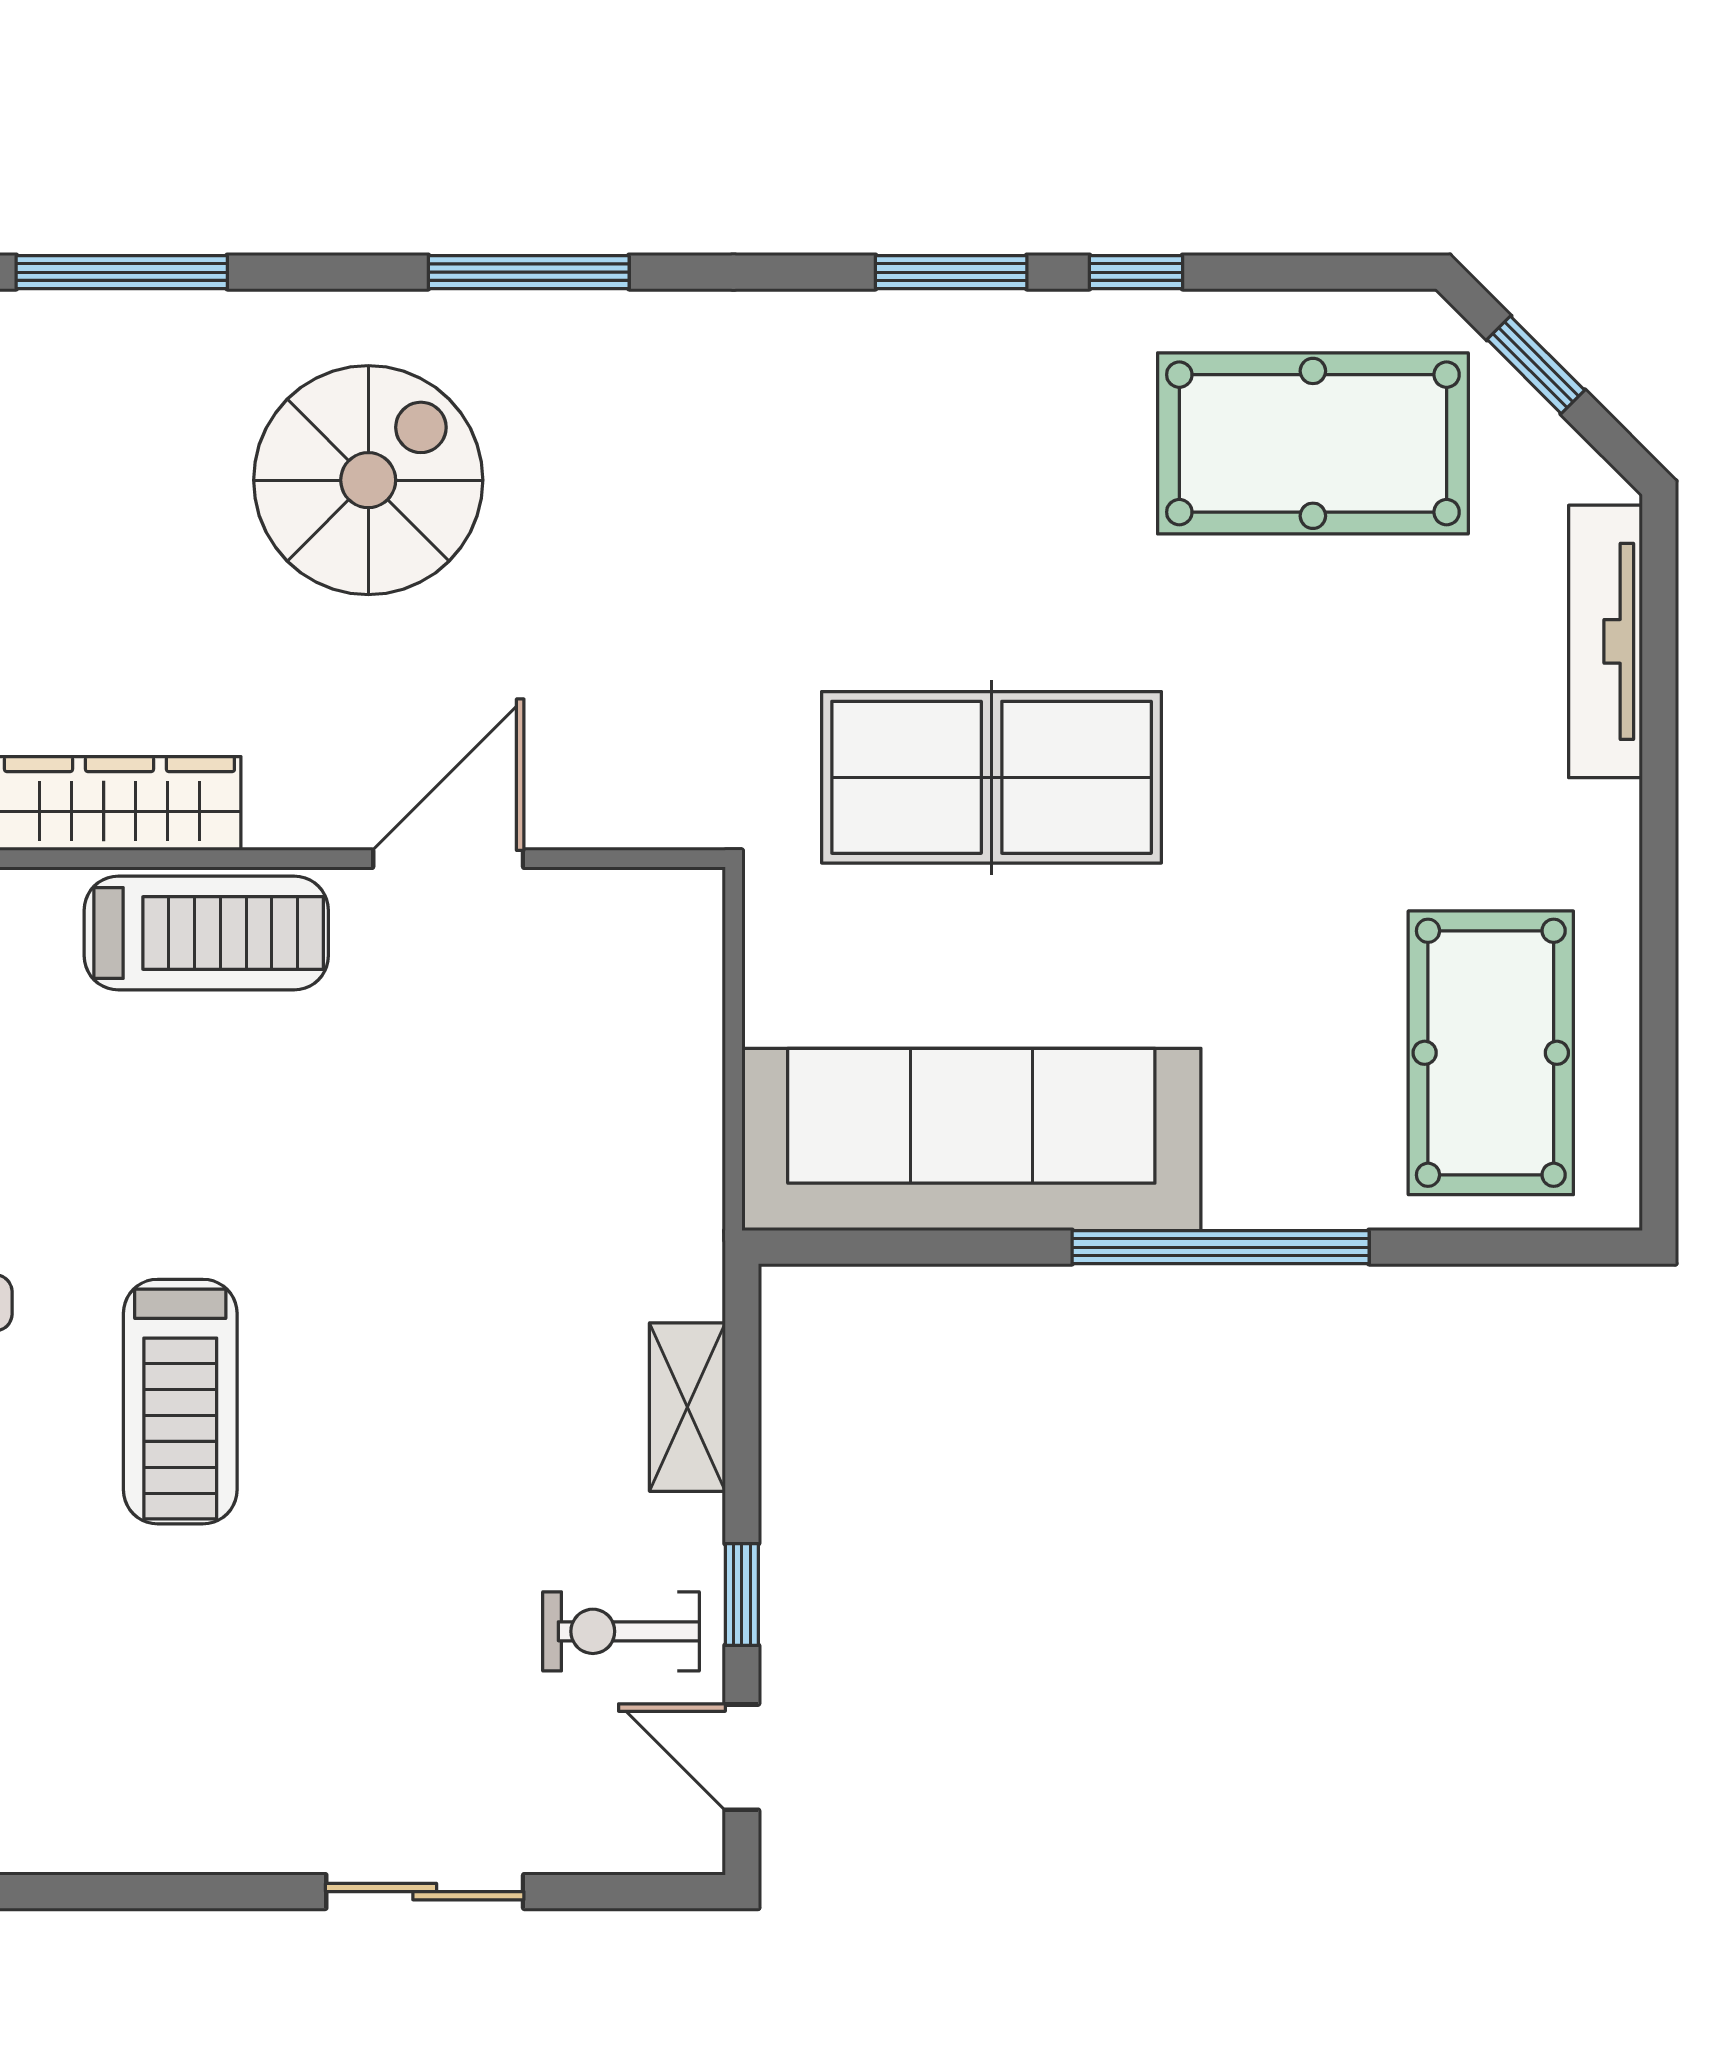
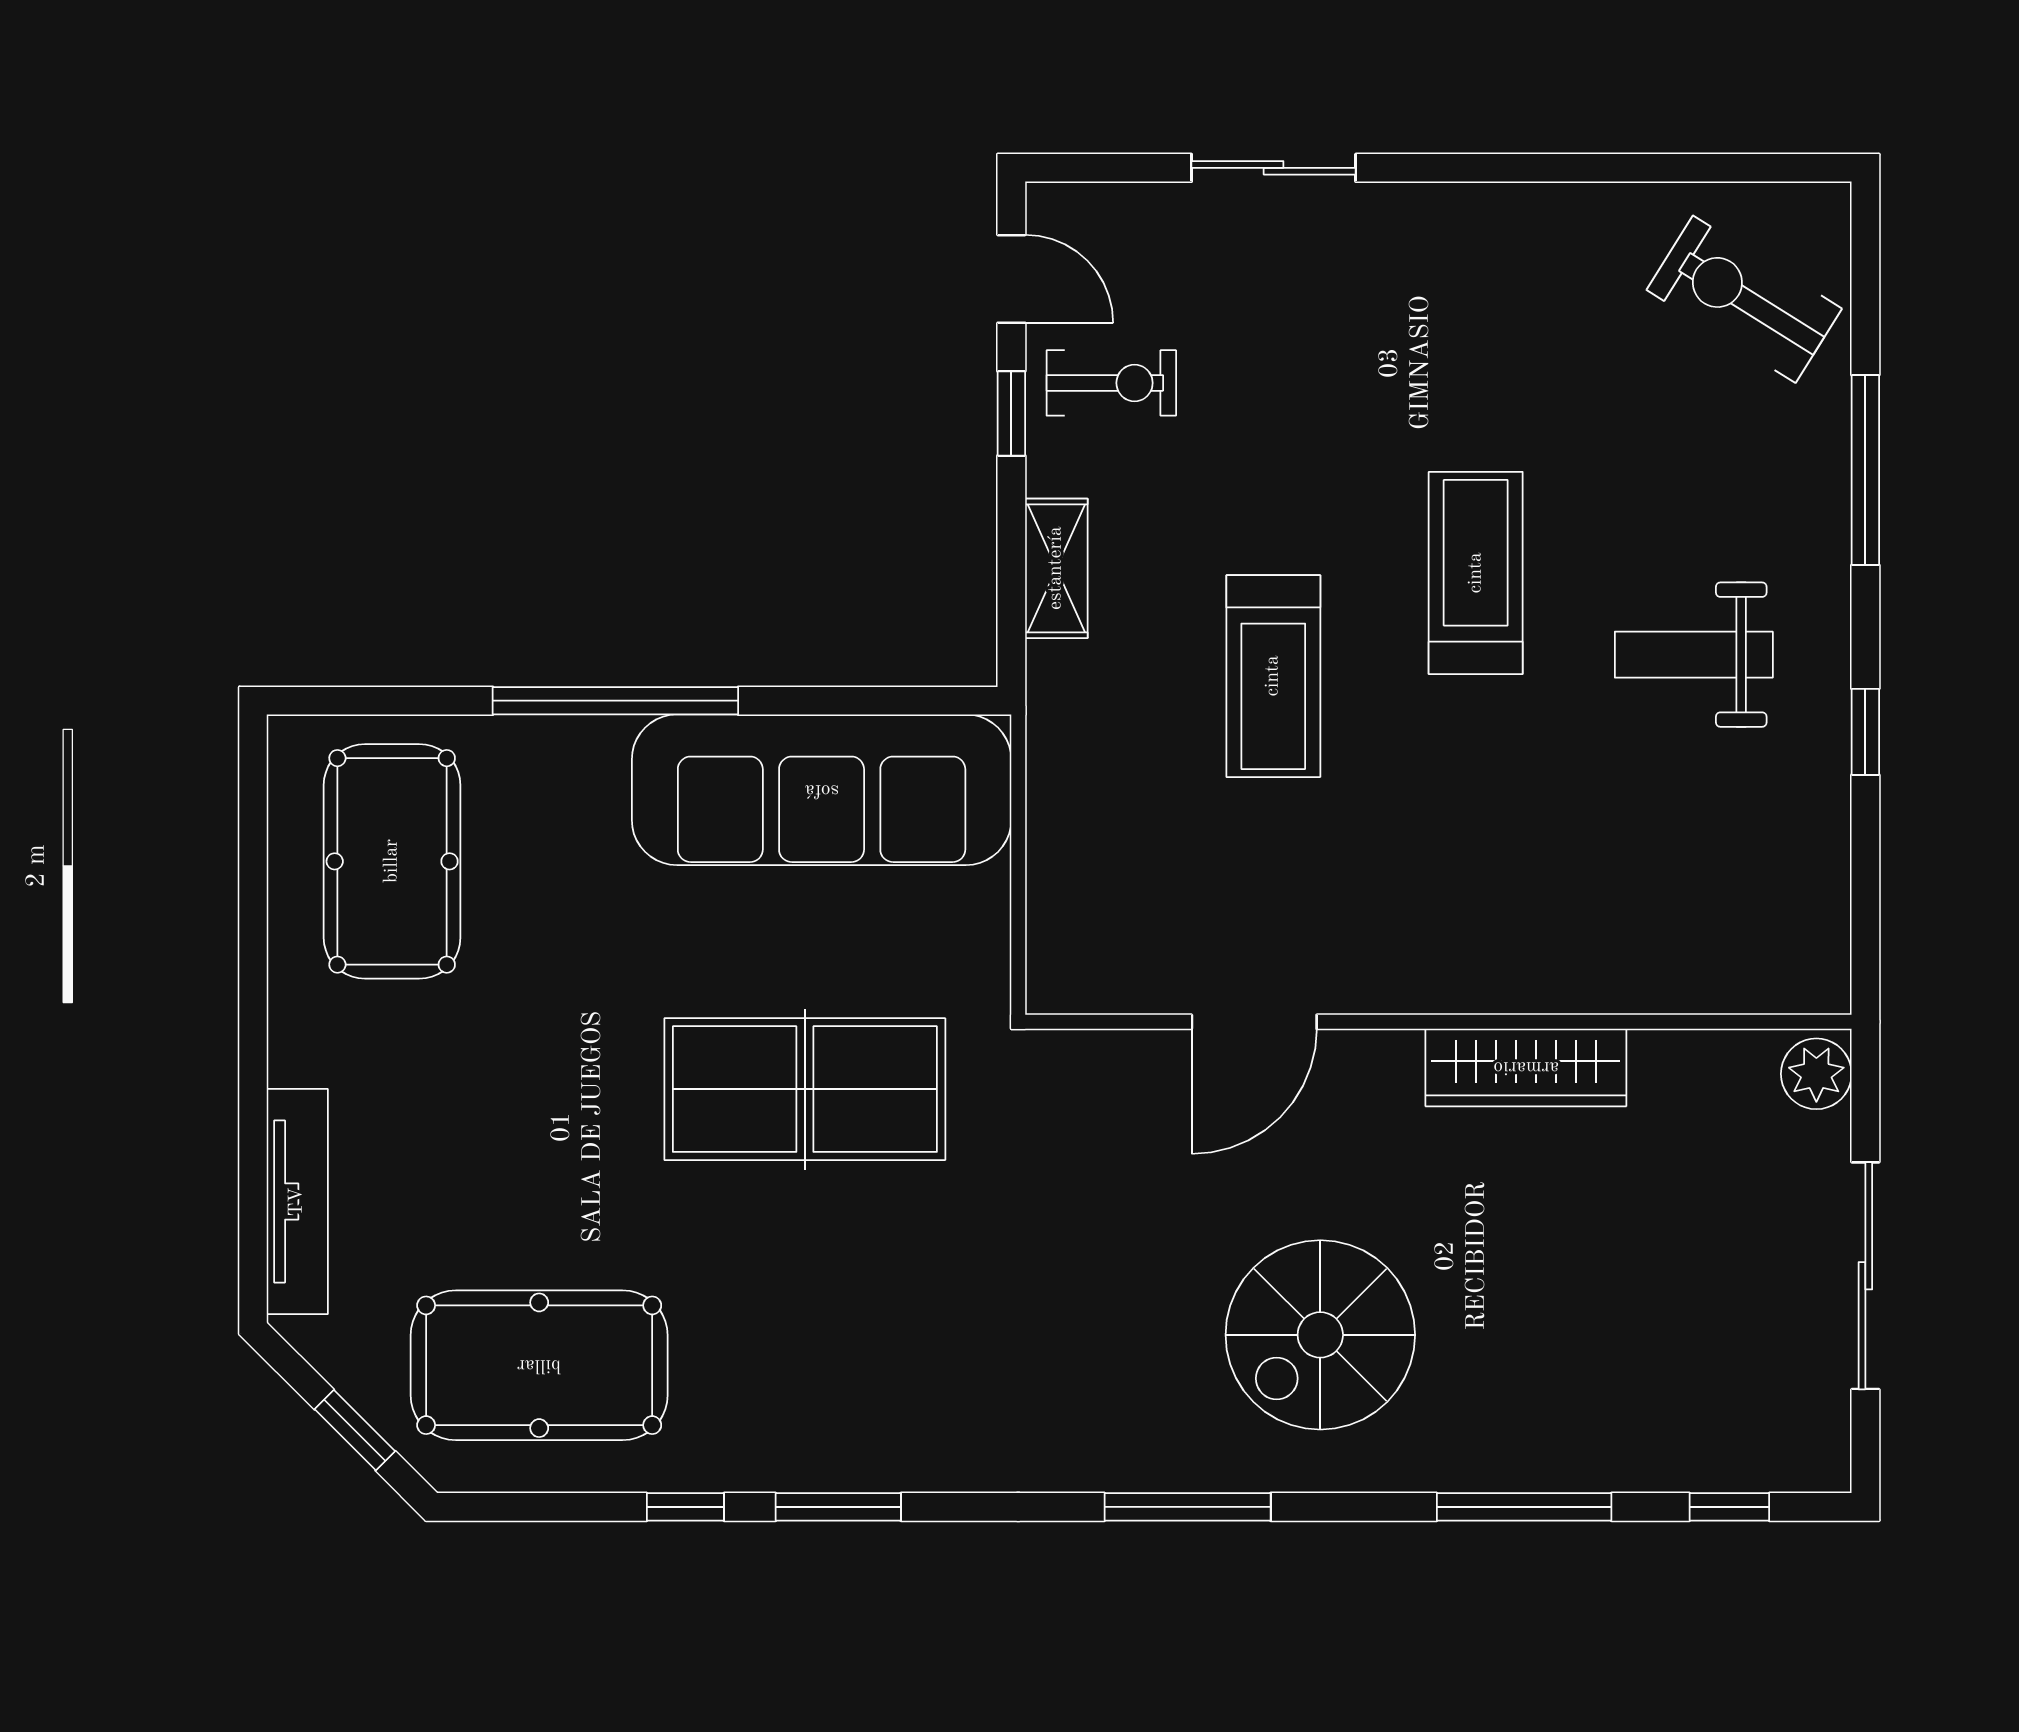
treadmill: (206, 933) -> (1273, 676), moved, turned -90

